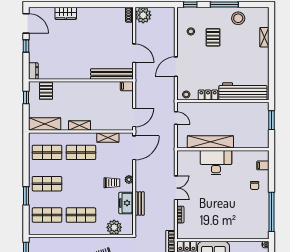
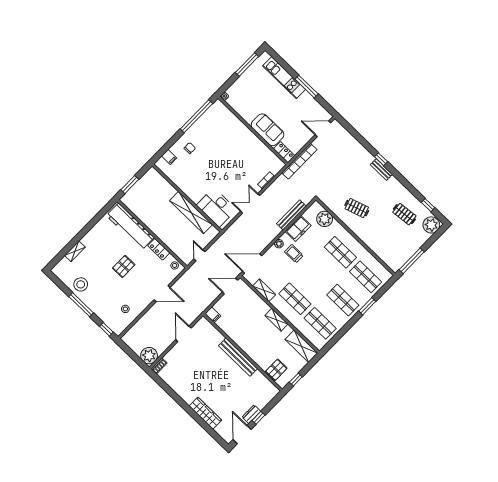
wardrobe: (66, 13) -> (205, 413), width x1.50
pallet: (213, 37) -> (124, 266), moved
dresser: (33, 71) -> (251, 414), moved
bench: (112, 74) -> (238, 357), moved
desk: (216, 163) -> (216, 207), moved
bench: (140, 204) -> (291, 215), width x1.36

